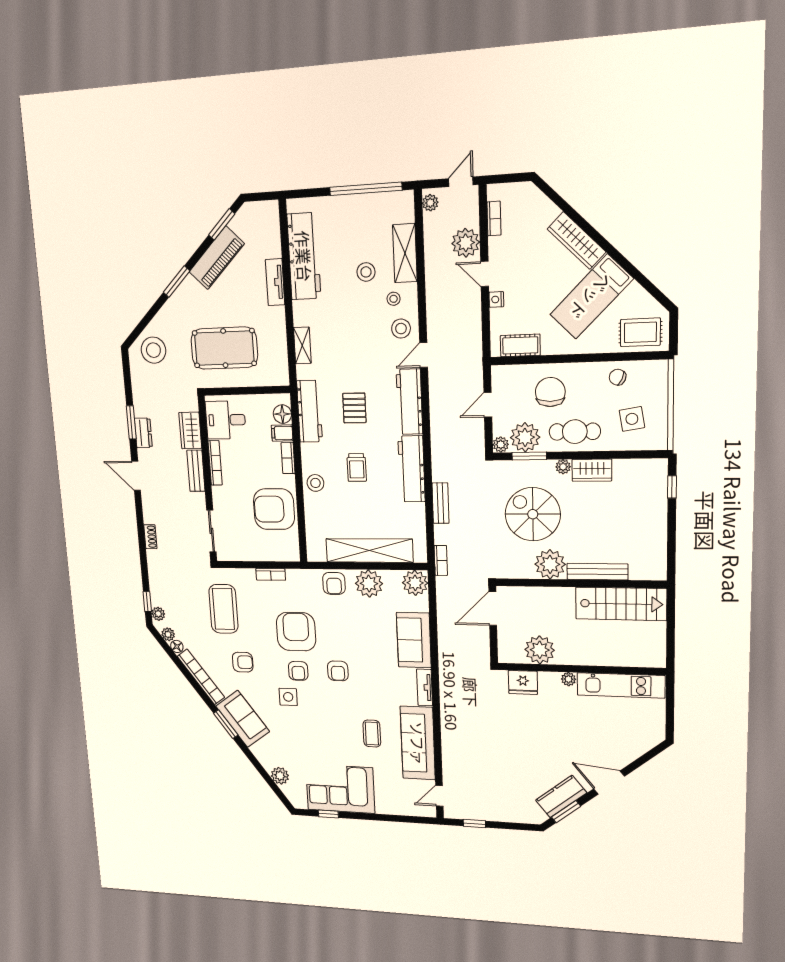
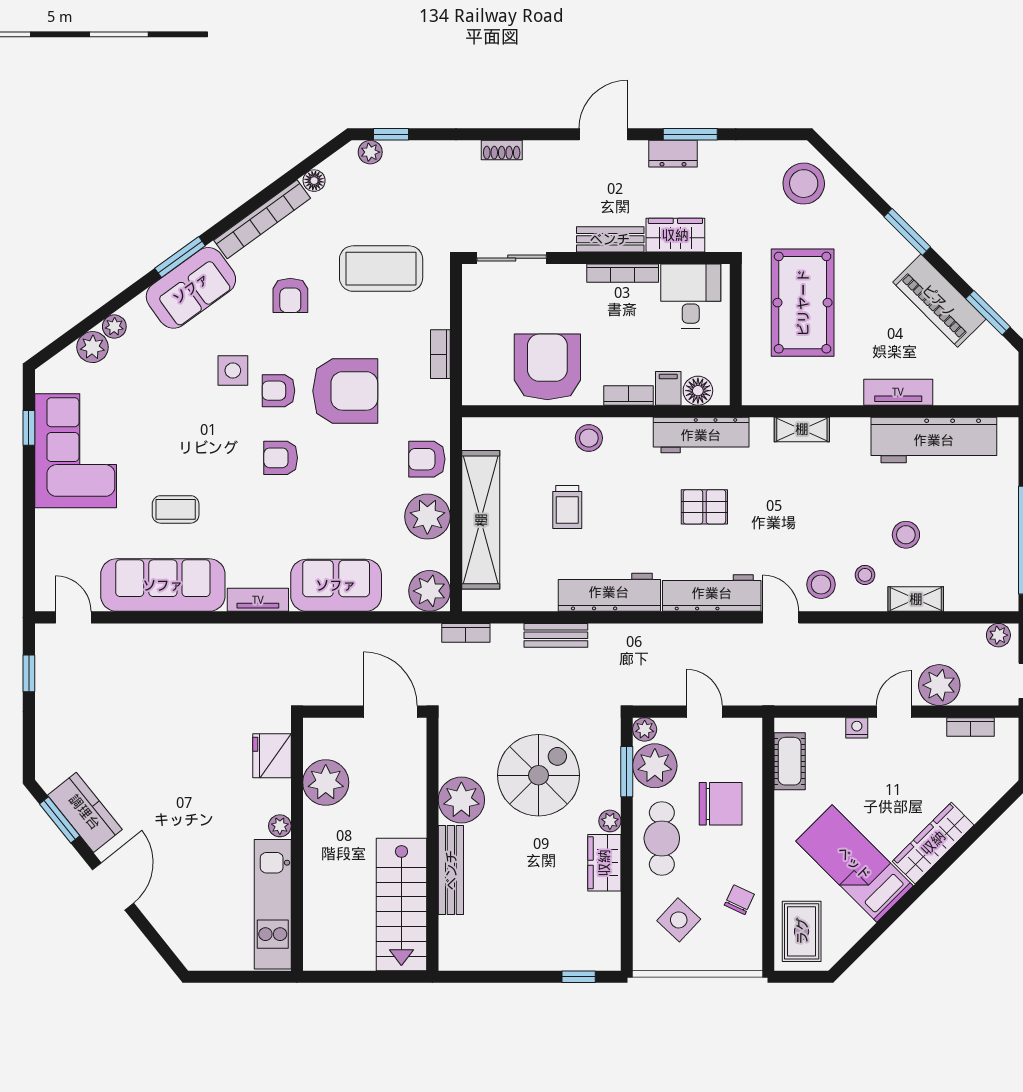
shelving: (405, 253) -> (916, 599), width x0.67, depth x0.75
side table: (632, 419) -> (679, 920), turned -38
trolley: (357, 467) -> (567, 507), moved, turned -90
plant: (168, 634) -> (114, 327), moved

